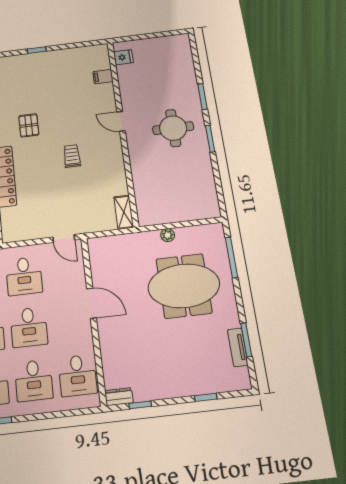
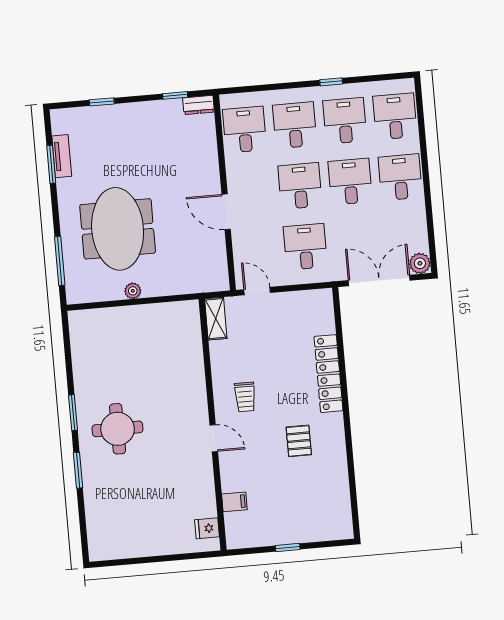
fridge: (123, 57) -> (207, 528), moved
filing cabinet: (103, 77) -> (234, 502), moved
door: (121, 121) -> (214, 438), moved
wall: (123, 131) -> (213, 425), moved
shelving: (124, 212) -> (216, 319), moved
meeting table: (184, 286) -> (118, 229), turned 90

